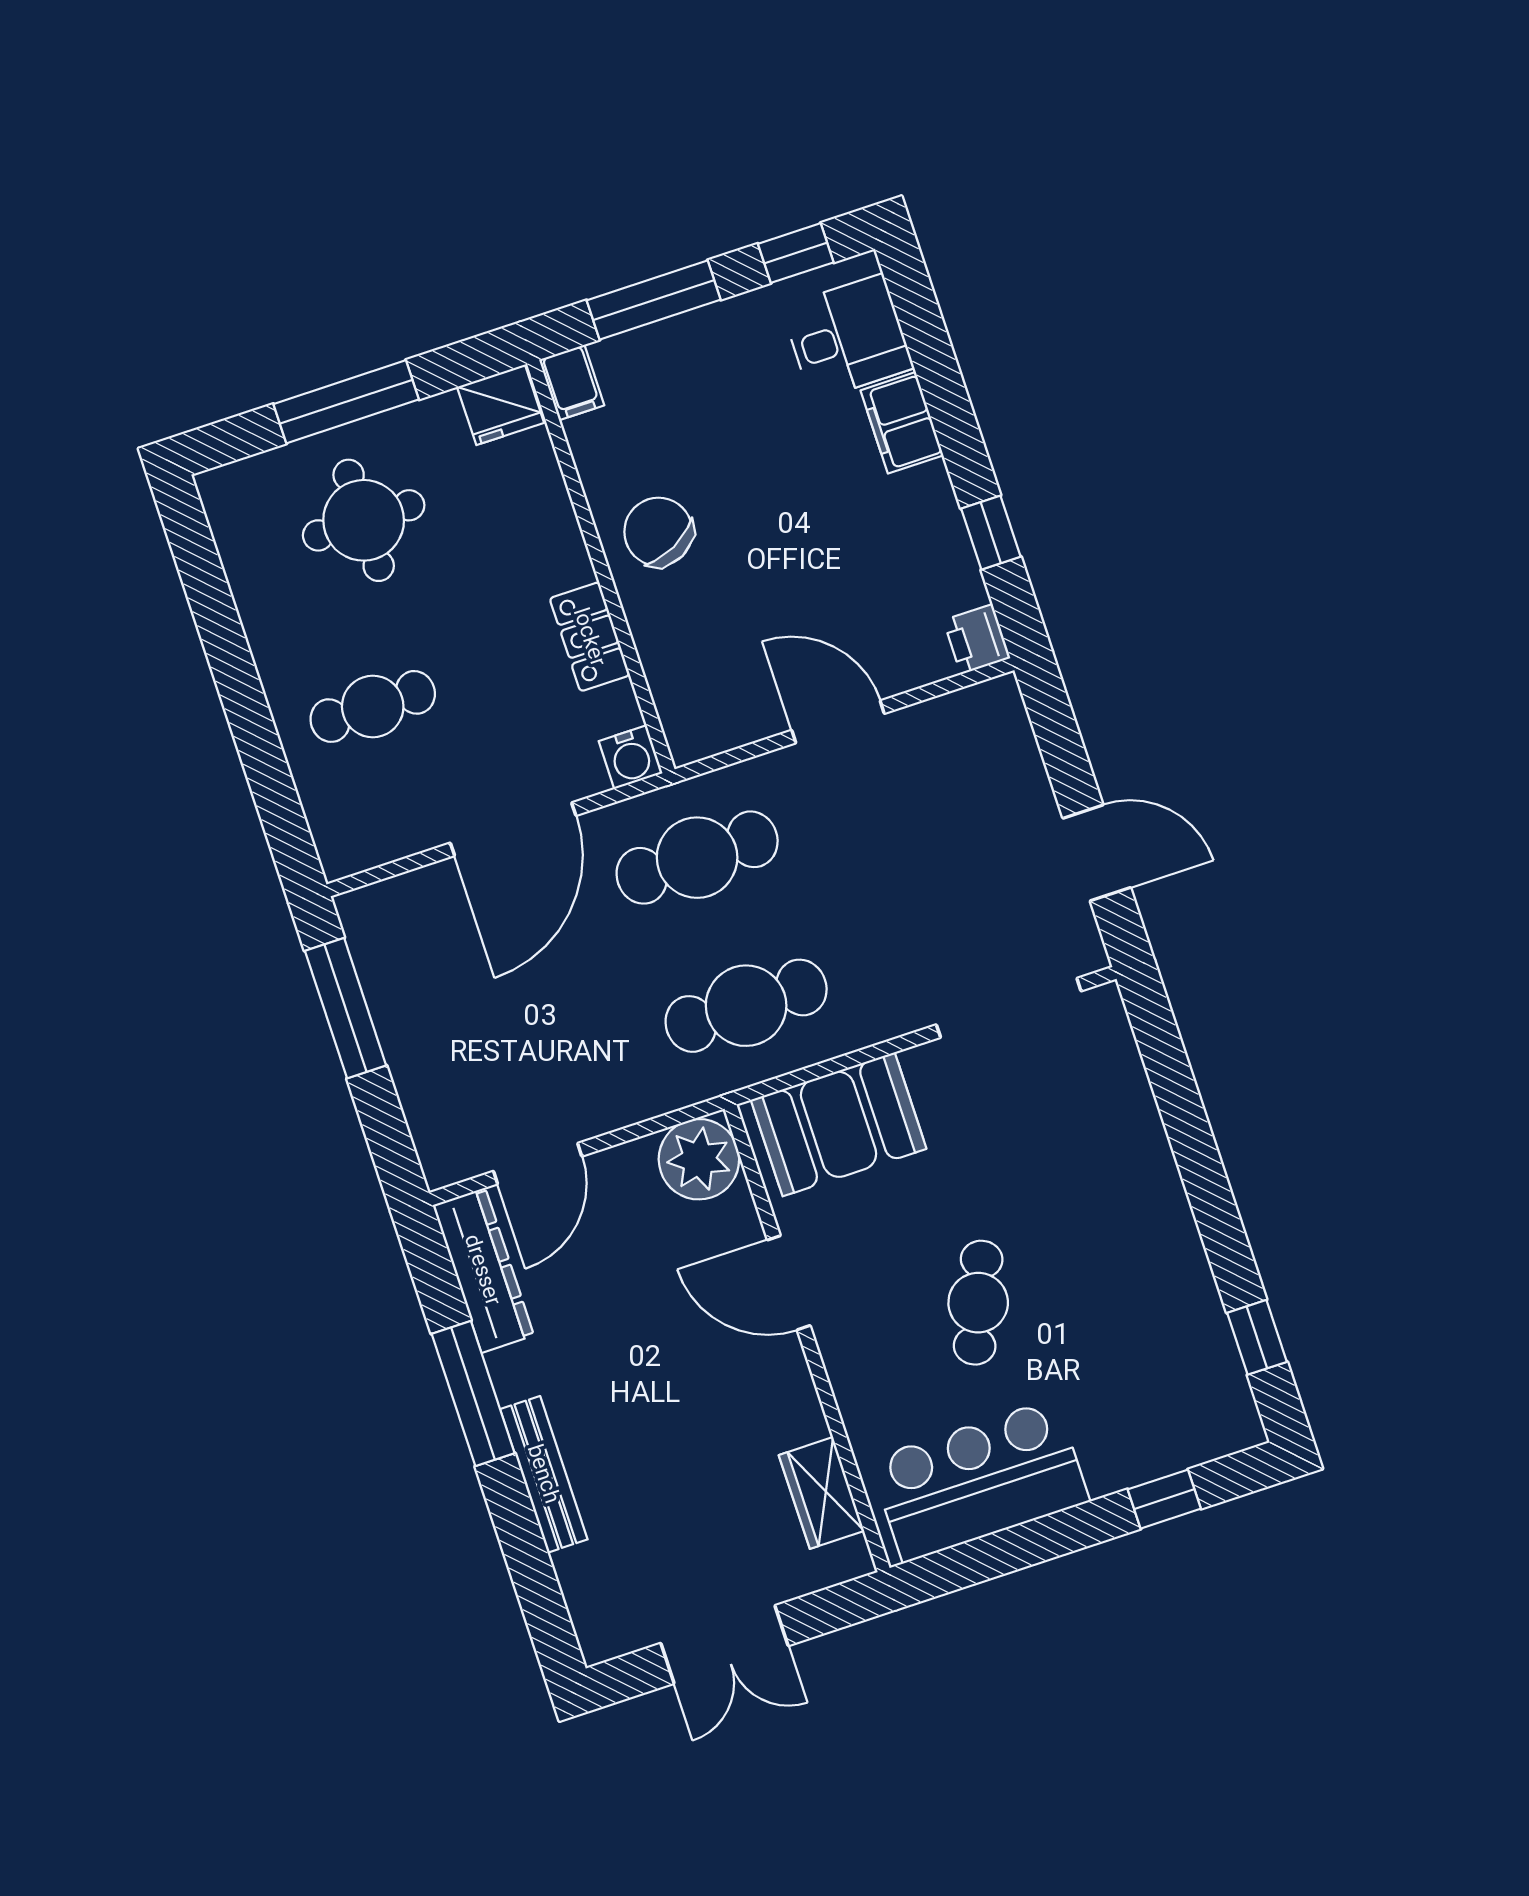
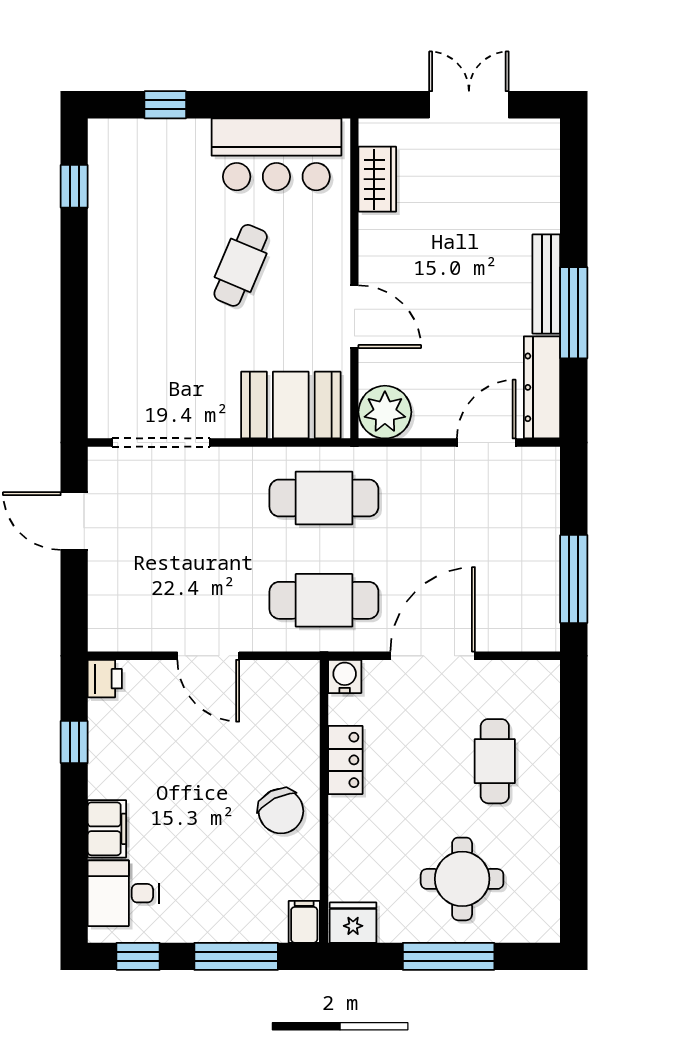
cafe table: (373, 706) -> (495, 761), turned 90
bench: (544, 1474) -> (546, 284), moved

